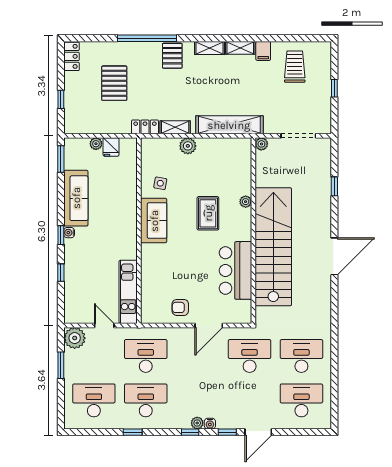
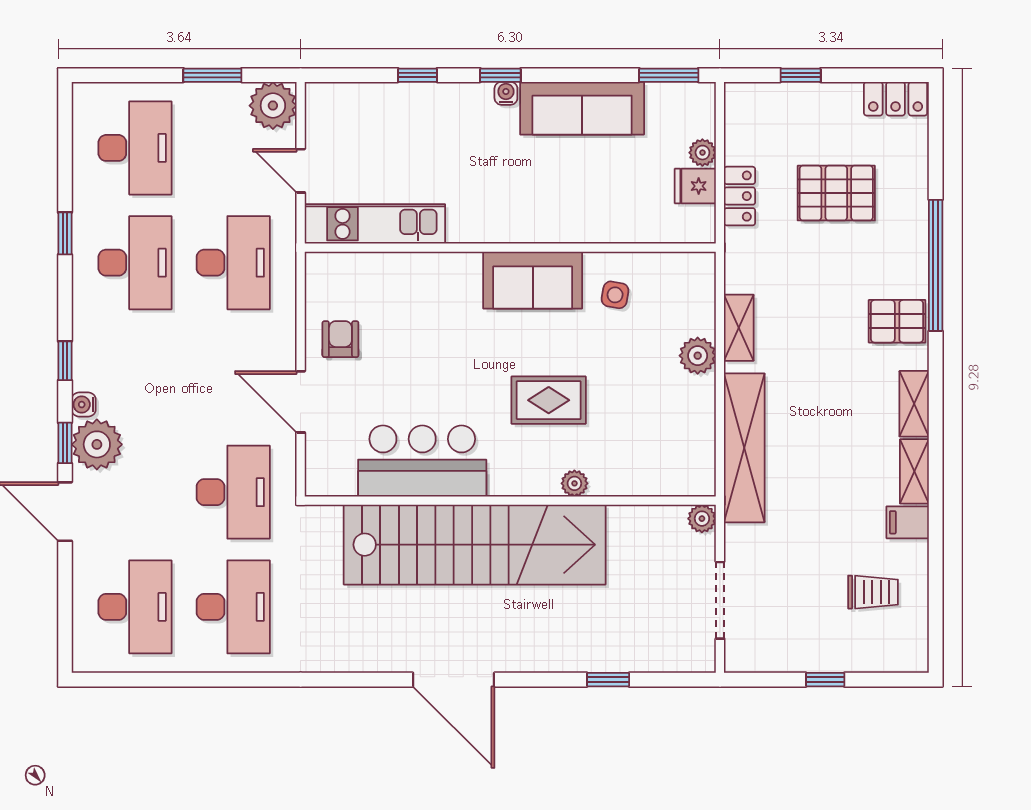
trolley: (295, 67) -> (873, 592), width x0.73, depth x0.72
locker: (145, 127) -> (740, 196), moved
door: (104, 325) -> (301, 171), swing flipped
plant: (197, 423) -> (97, 444), moved, width x1.87, depth x1.87

